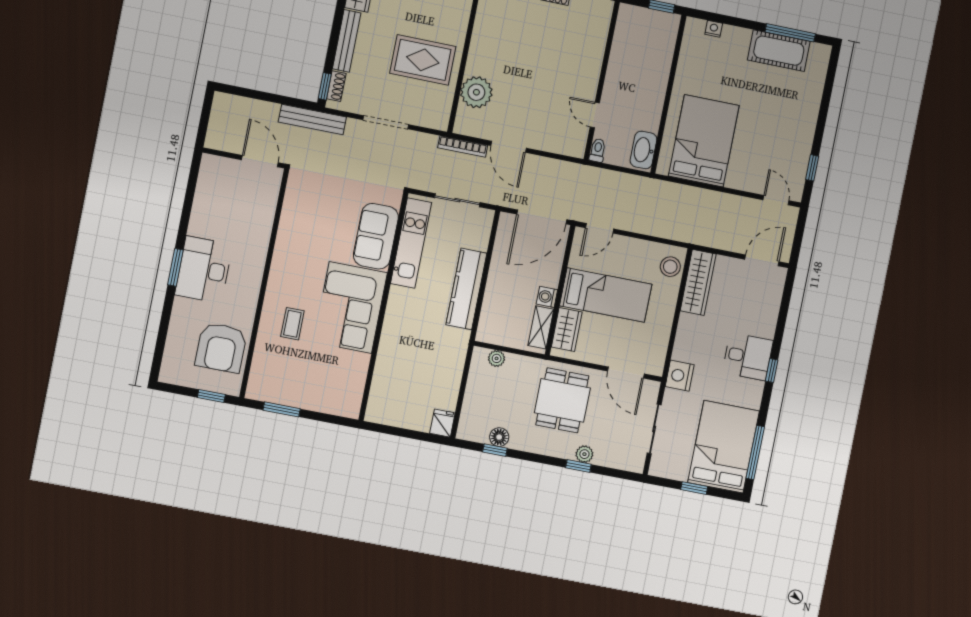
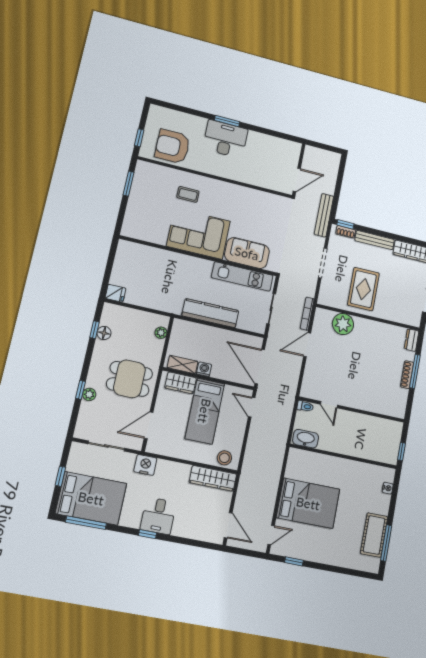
door: (595, 115) -> (329, 405), swing flipped
bed: (704, 141) -> (308, 503), moved

